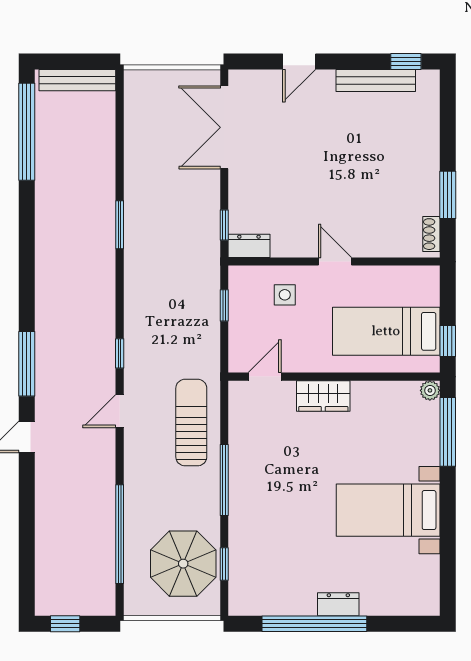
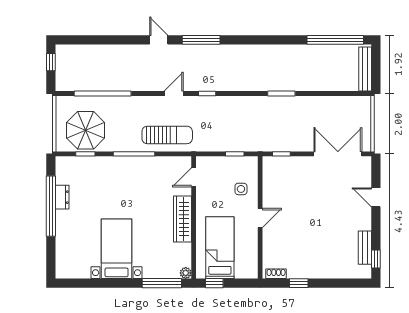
bench: (376, 80) -> (365, 248), width x0.73
window: (448, 195) -> (299, 283), width x0.67
dresser: (249, 246) -> (269, 168), removed
door: (265, 377) -> (194, 177), swing flipped
wardrobe: (323, 396) -> (182, 219), width x1.50
door: (120, 411) -> (174, 93), hinge flipped
dresser: (338, 604) -> (62, 197), moved

